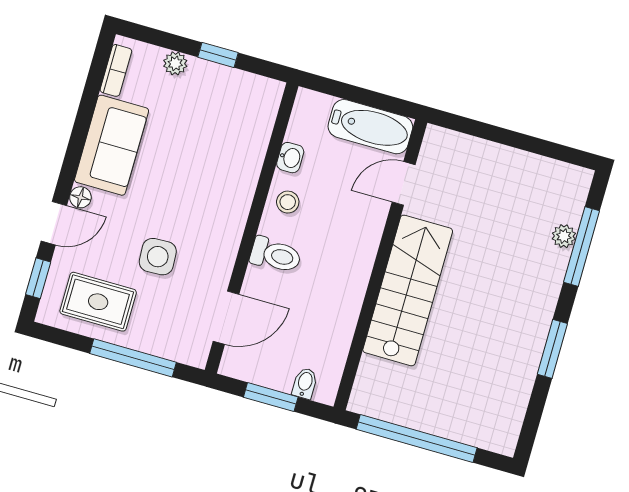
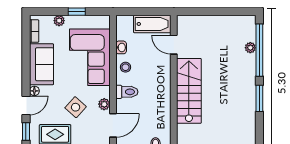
corner sofa: (218, 159) -> (90, 57), added
door: (404, 183) -> (174, 45), hinge flipped
window: (582, 246) -> (259, 50), width x1.46
side table: (158, 257) -> (76, 107), turned 45
plant: (220, 267) -> (104, 104), added

